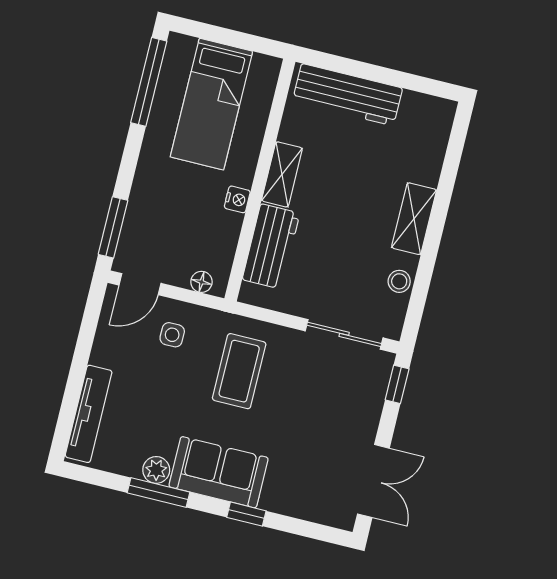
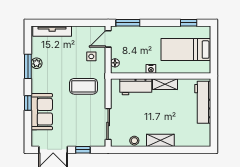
window: (149, 82) -> (189, 23), width x0.46
door: (140, 284) -> (108, 39), hinge flipped
window: (397, 384) -> (83, 150), moved
sofa: (219, 472) -> (42, 112), moved

